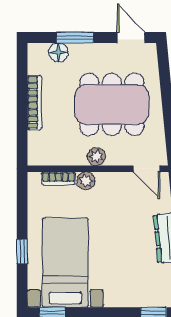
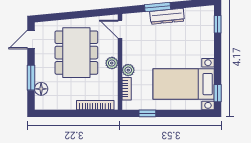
bookcase: (34, 103) -> (95, 105), moved
door: (146, 169) -> (120, 29), swing flipped
window: (22, 251) -> (147, 113), moved

